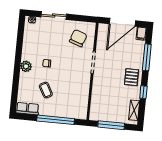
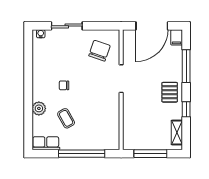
plant: (26, 66) -> (39, 108), moved

